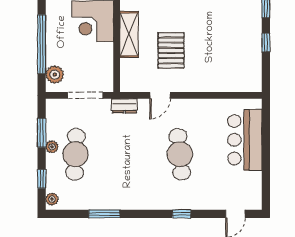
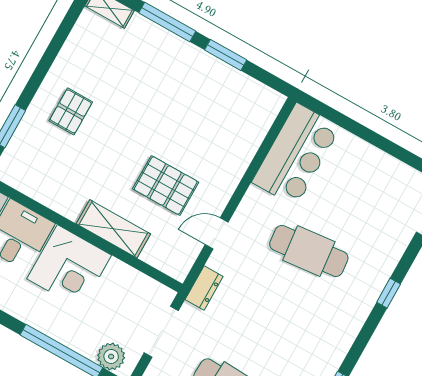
window: (266, 43) -> (226, 55), width x1.50
door: (160, 95) -> (217, 233), swing flipped
bar counter: (245, 140) -> (296, 155), moved, turned -90

